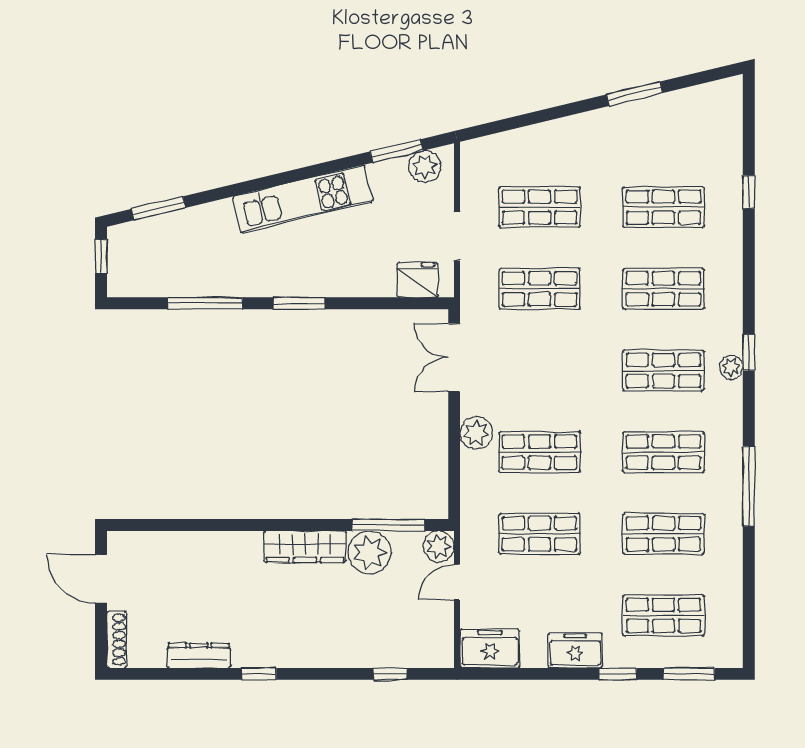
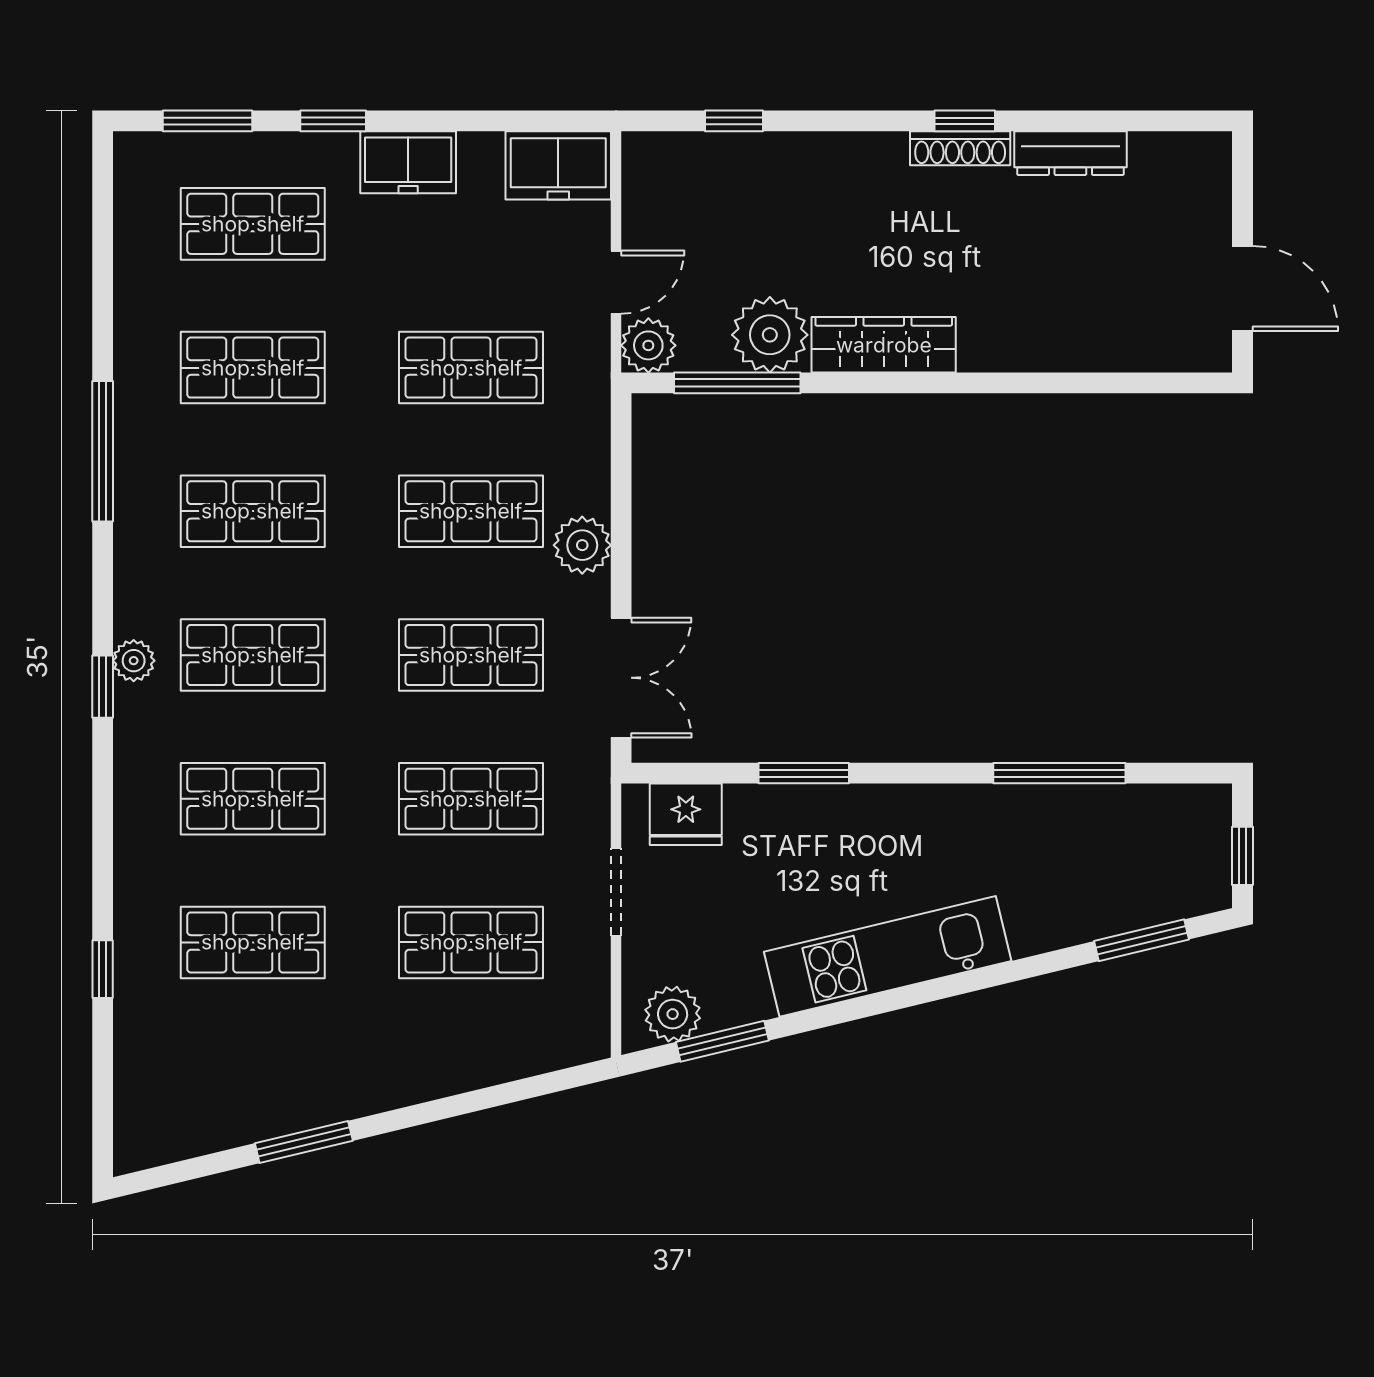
window: (299, 303) -> (804, 773), moved
shop shelf: (539, 370) -> (471, 655), added
shoe rack: (117, 640) -> (960, 148), moved, turned -90

